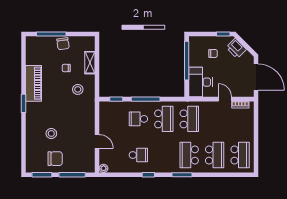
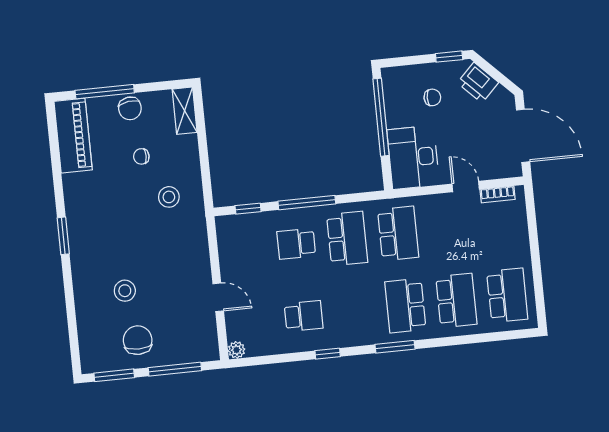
shelving: (90, 63) -> (185, 111), moved
piano: (33, 83) -> (73, 136), moved
chair: (55, 159) -> (138, 340), turned -90

